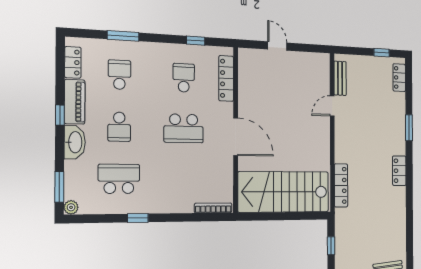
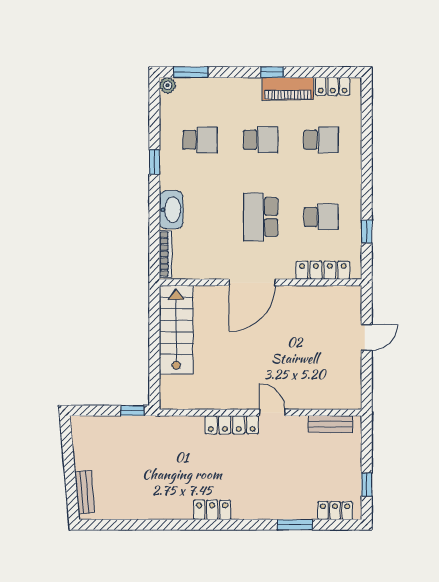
window: (123, 36) -> (367, 144), removed
door: (332, 106) -> (272, 413), moved
school desk: (119, 127) -> (261, 140), turned 180
window: (409, 128) -> (295, 525), moved
washbasin: (75, 142) -> (171, 210), moved, turned -90
school desk: (119, 179) -> (200, 140), width x0.54
locker: (341, 185) -> (232, 425), moved
stairs: (284, 192) -> (176, 330), width x0.73, depth x0.66
window: (331, 246) -> (132, 411), moved

